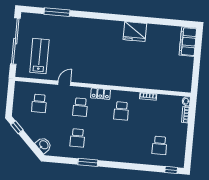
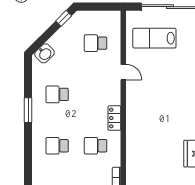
lab bench: (39, 56) -> (154, 38), turned 180
school desk: (80, 107) -> (57, 146), moved

